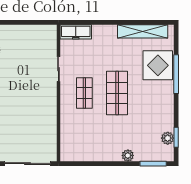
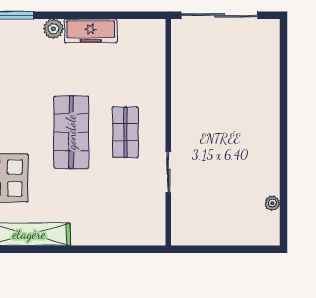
freezer: (76, 32) -> (91, 31), moved, turned 180

